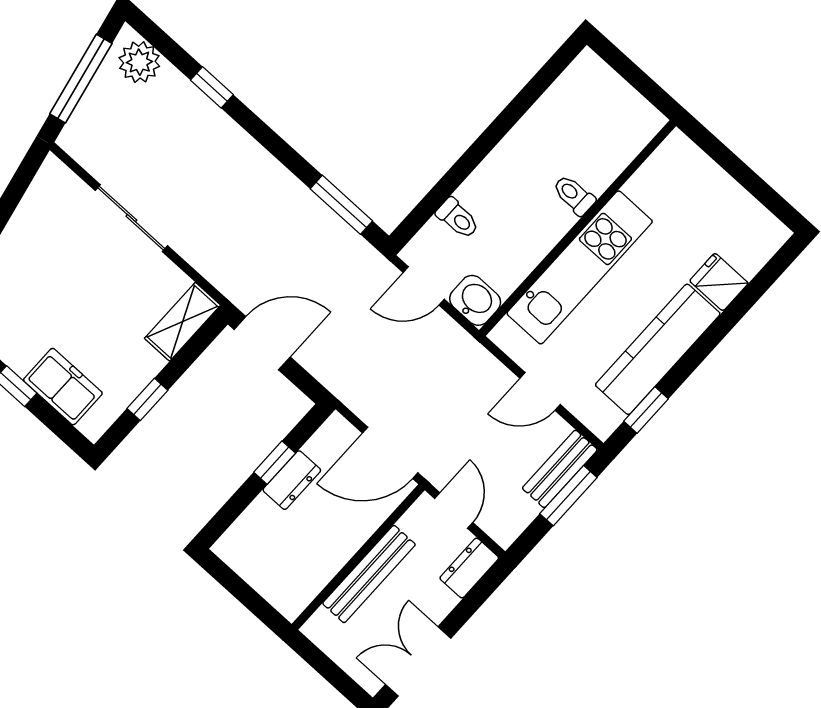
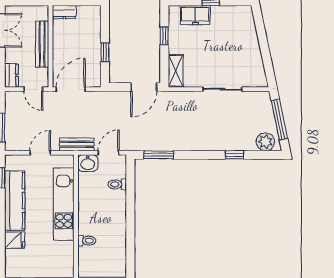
toilet: (574, 195) -> (87, 241), moved
bench: (560, 469) -> (77, 144), moved, turned 90
dresser: (292, 480) -> (64, 12), moved, turned -90

